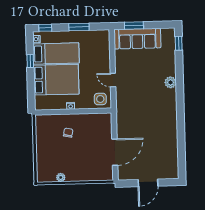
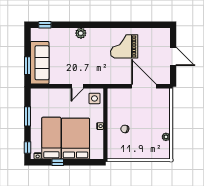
grand piano: (157, 130) -> (124, 46), added

